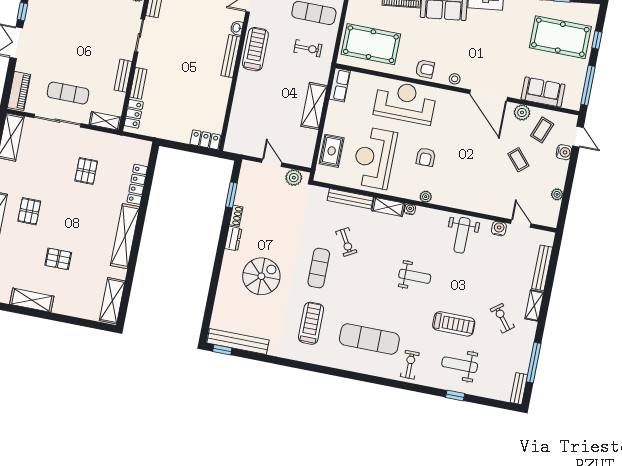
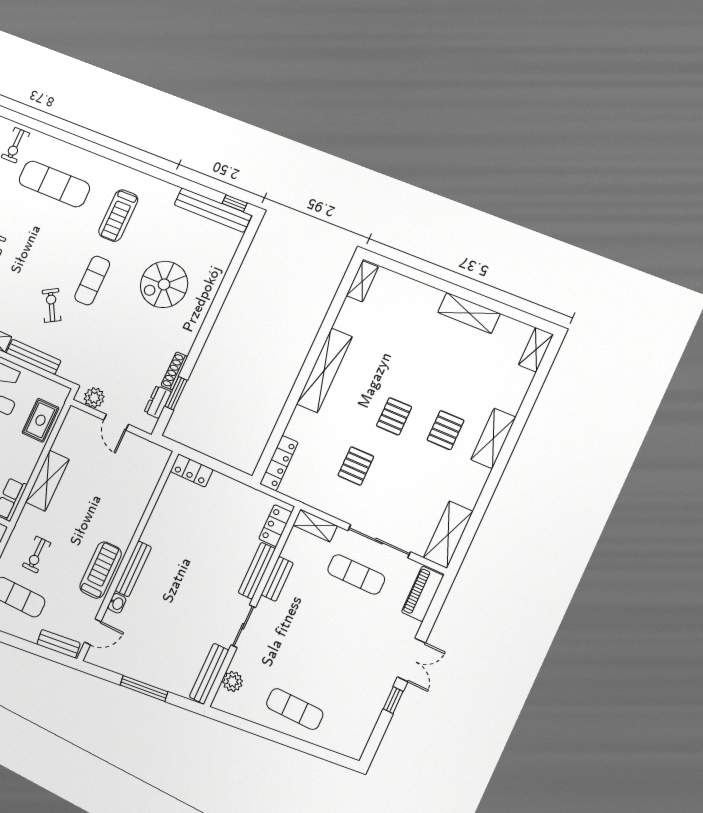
exercise bike: (308, 48) -> (37, 554), turned -90
treadmill: (255, 49) -> (101, 570), turned 180
bench: (138, 83) -> (257, 571), width x1.36
locker: (137, 184) -> (279, 463), moved
shoe rack: (236, 216) -> (174, 371), width x1.43
dresser: (233, 239) -> (158, 402), moved
pallet: (58, 259) -> (394, 416), moved, turned 90
shelving: (112, 301) -> (362, 281), width x0.67, depth x0.75

